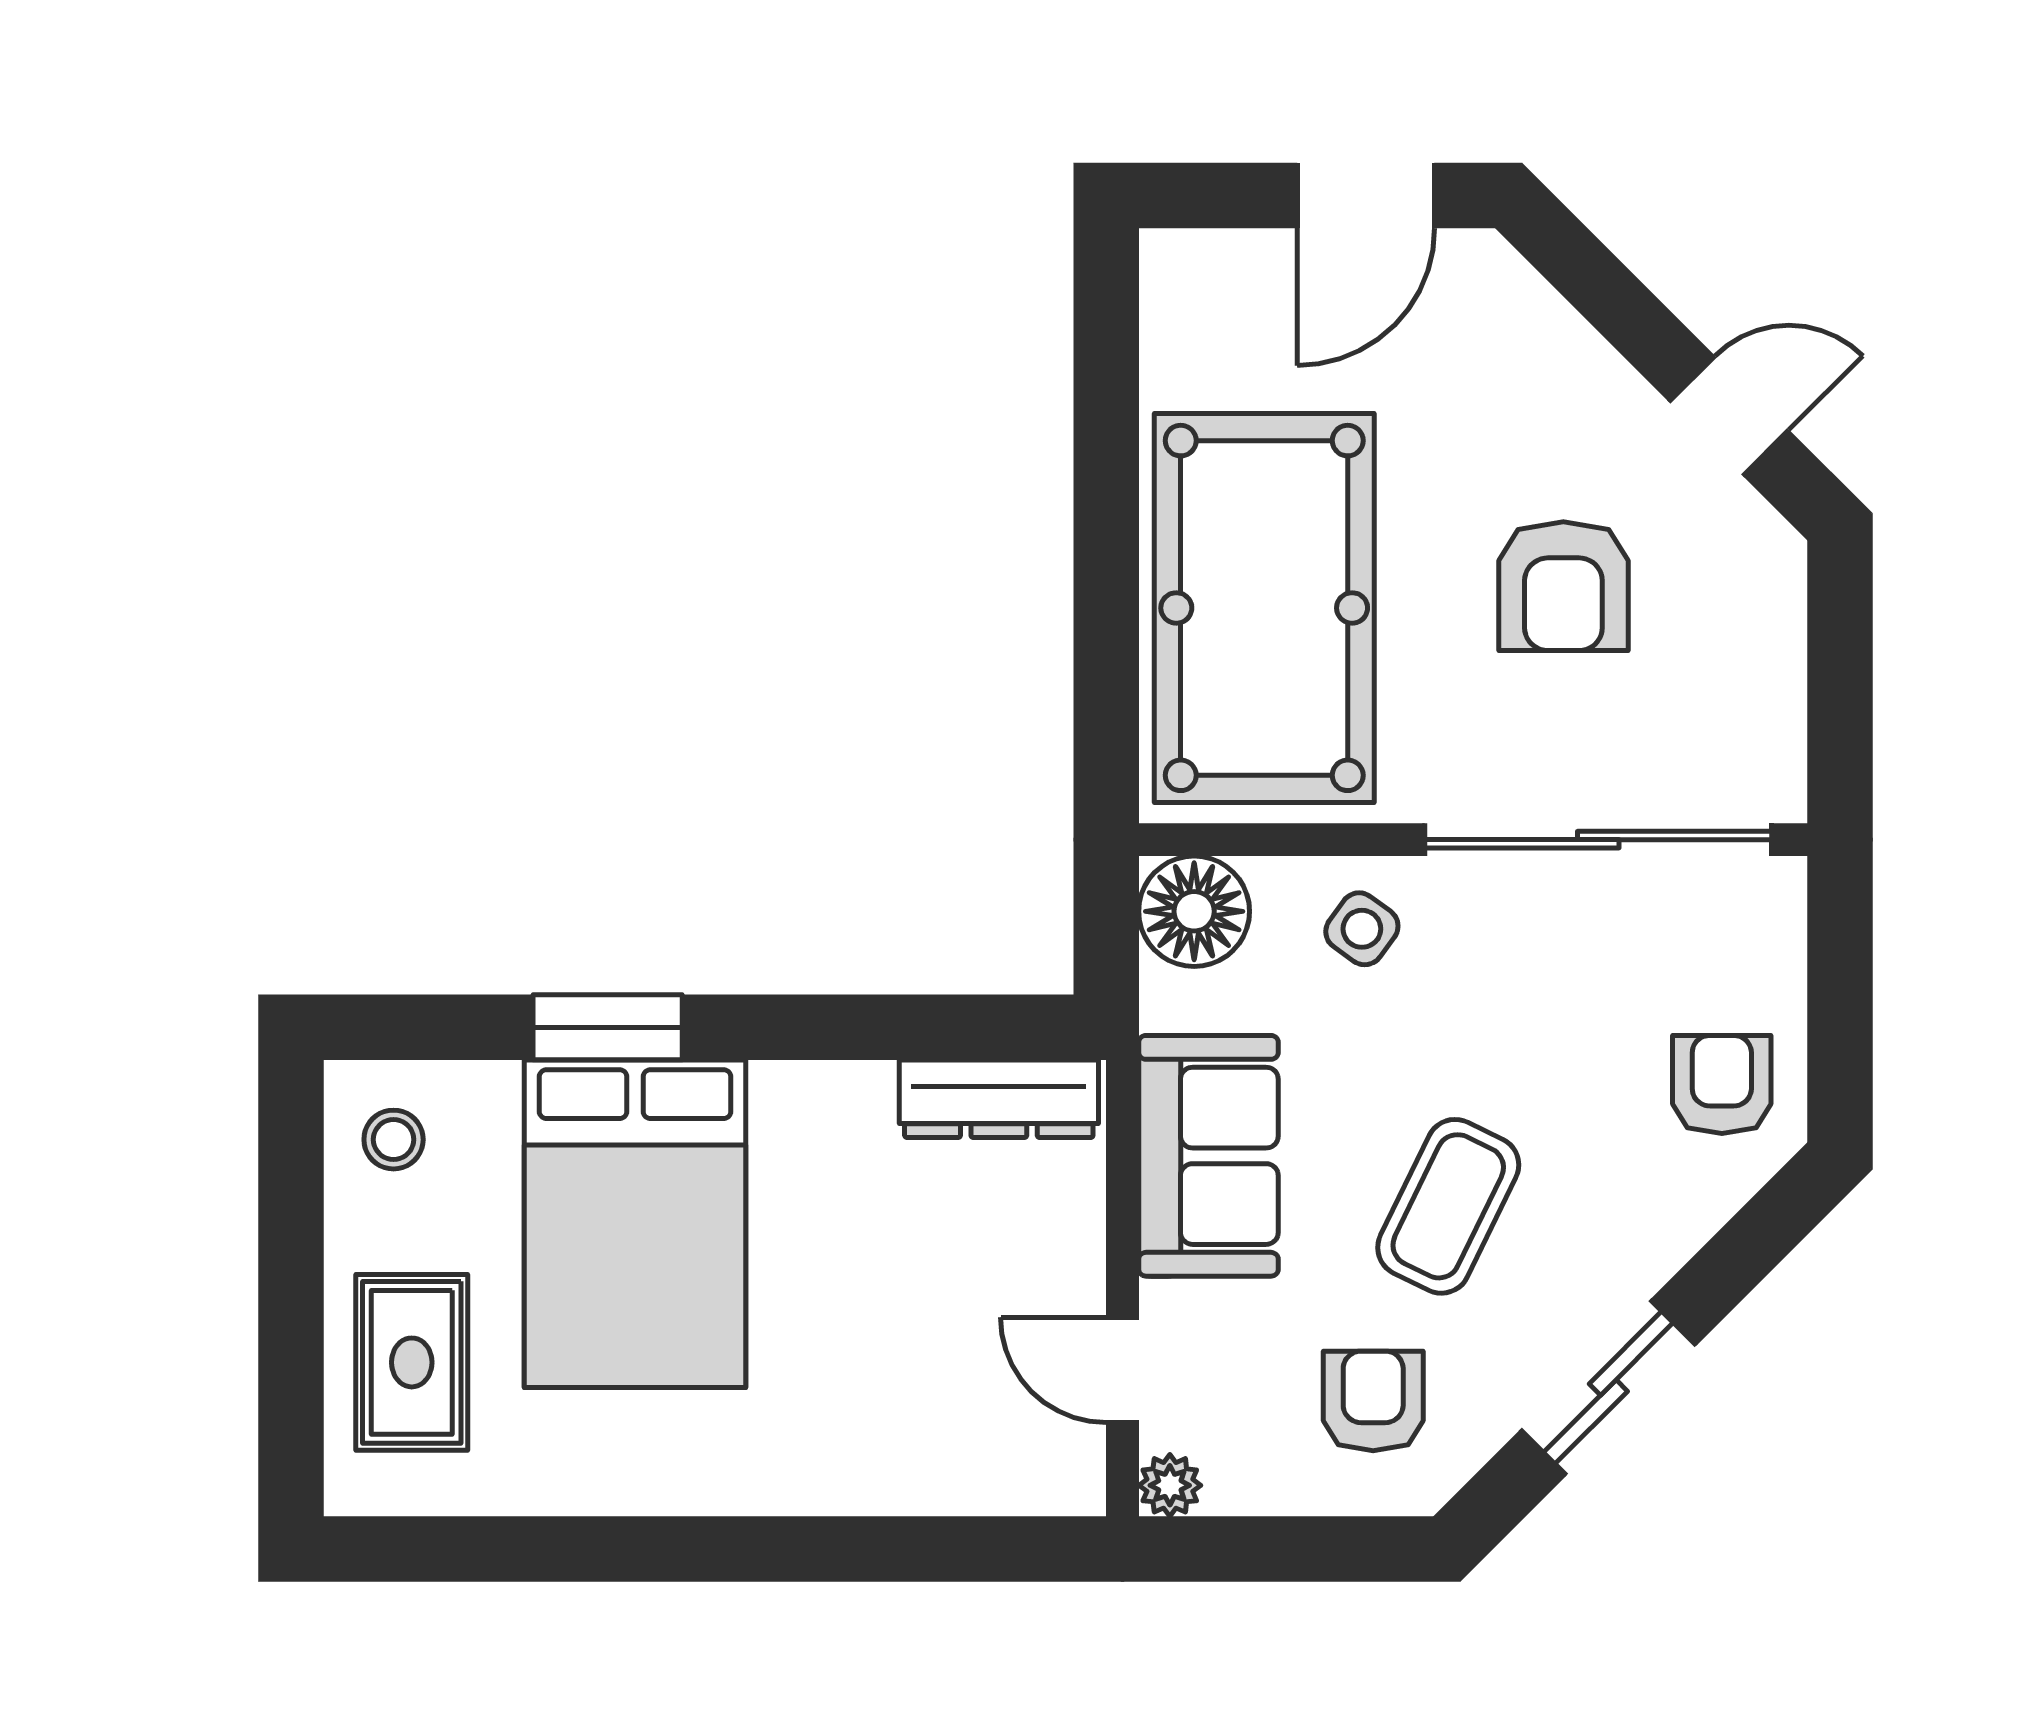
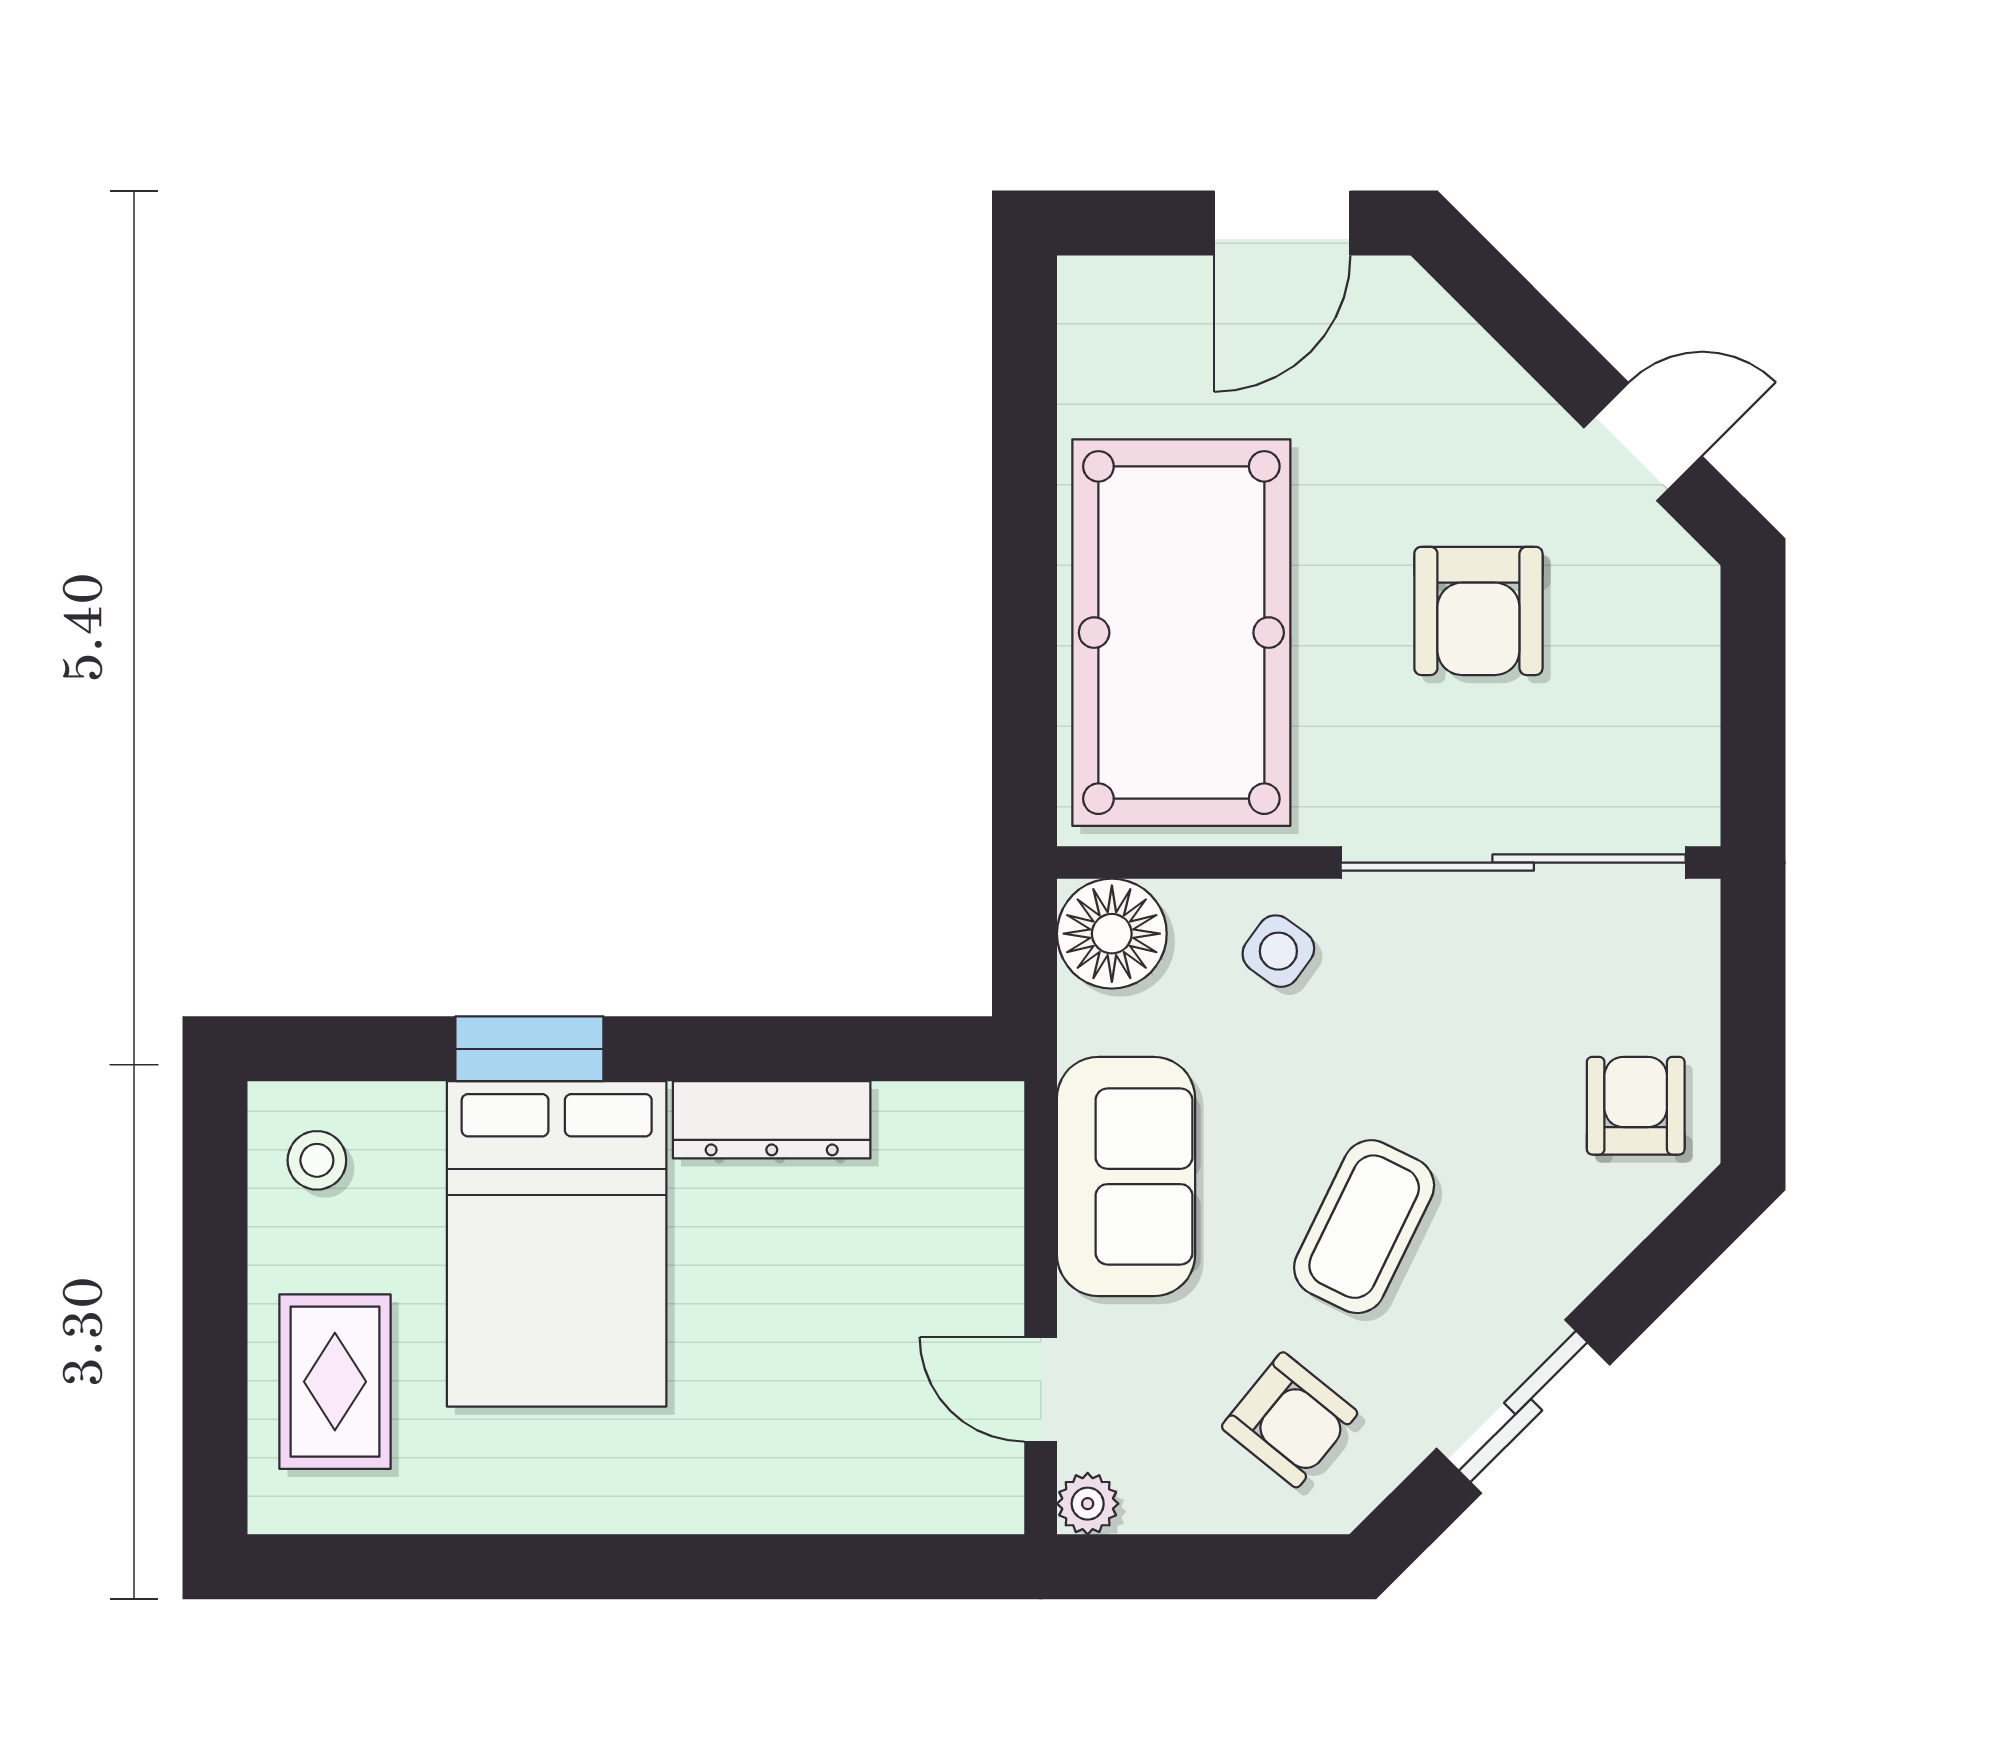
dresser: (999, 1099) -> (772, 1120), moved
armchair: (1373, 1401) -> (1290, 1420), turned 129

